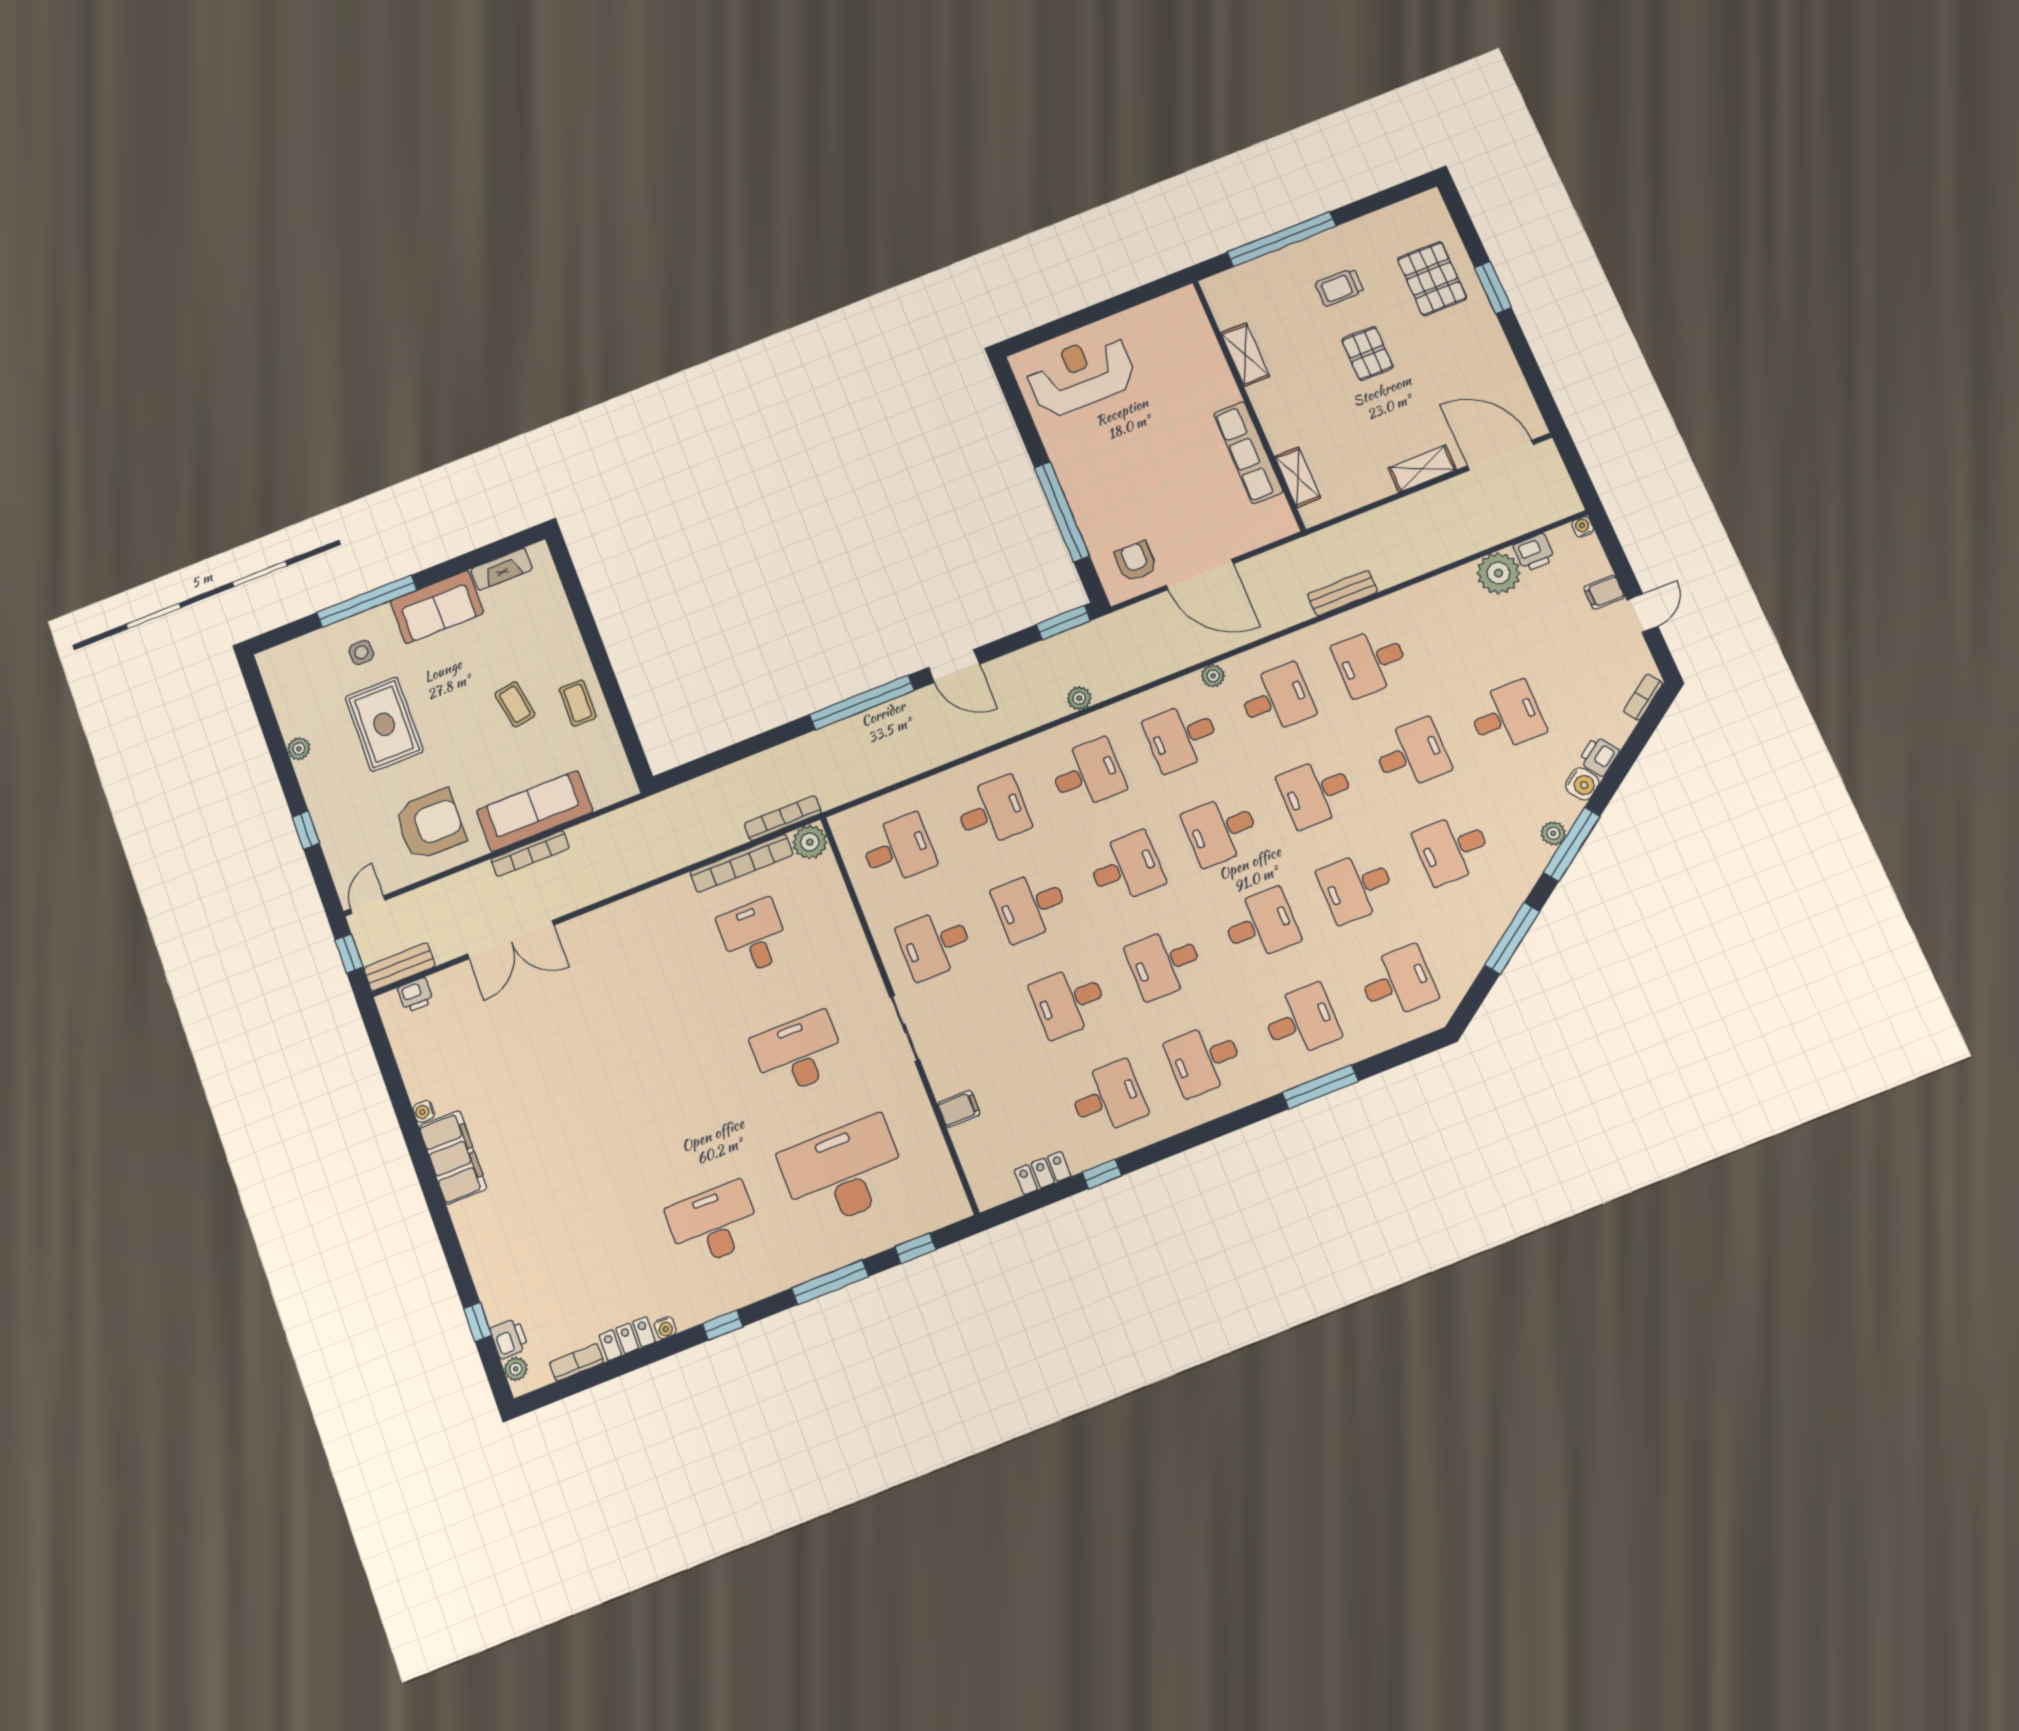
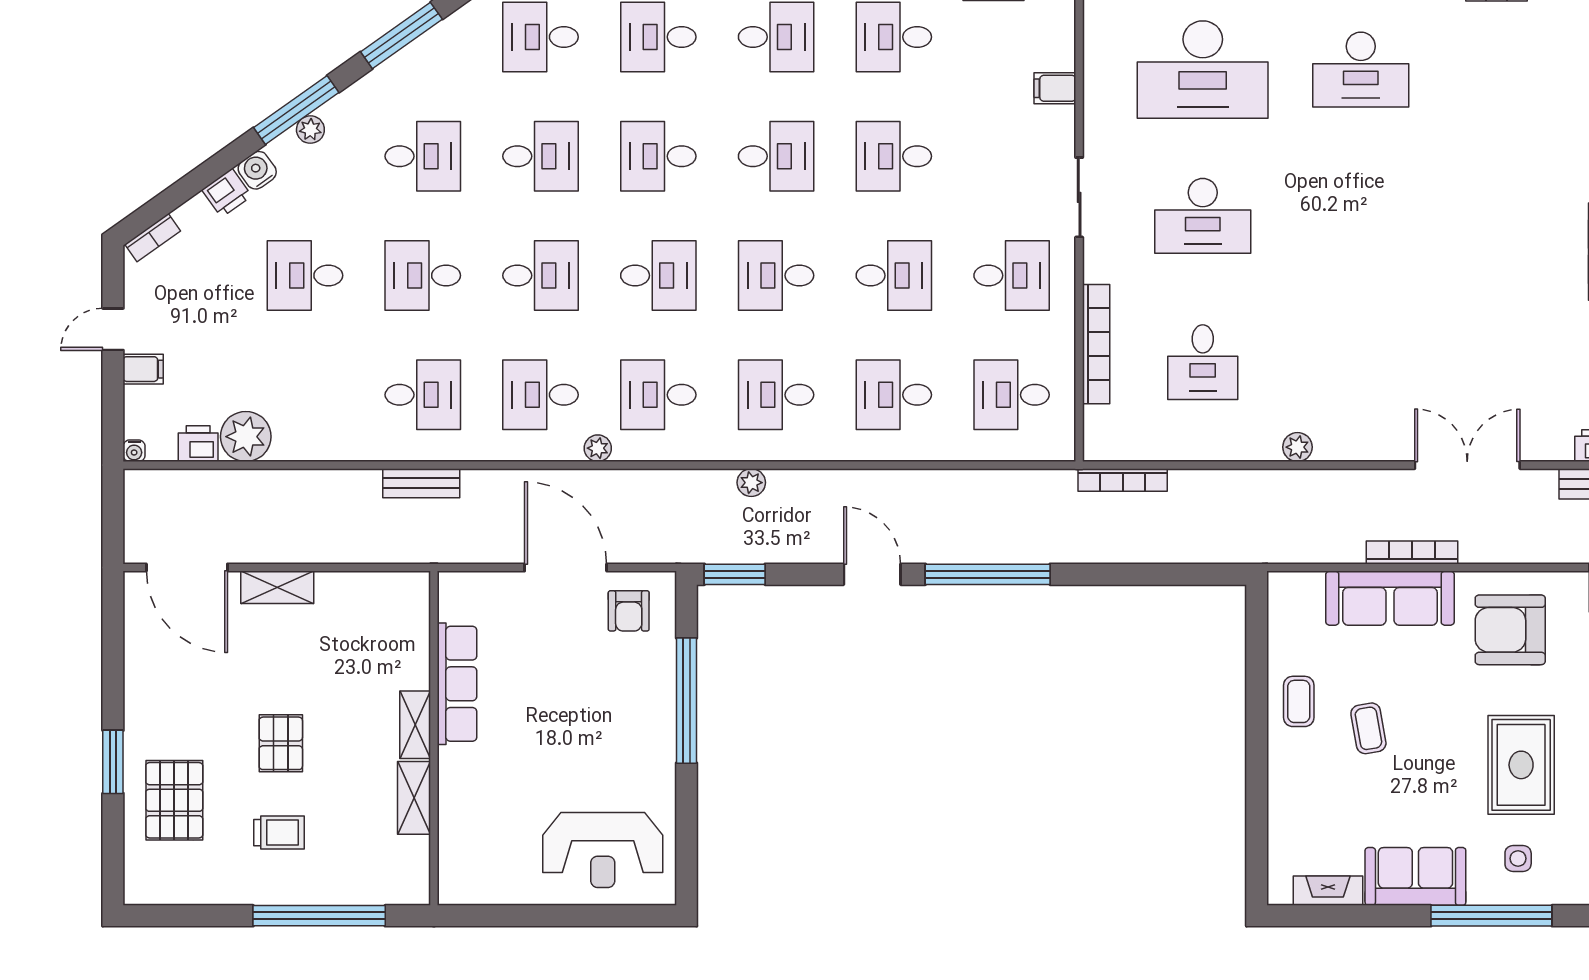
shelving: (1298, 477) -> (415, 725), moved
desk: (1182, 737) -> (658, 395), turned 180
plant: (810, 842) -> (1297, 447), moved, width x0.73, depth x0.73
bookcase: (741, 863) -> (1096, 344), moved, turned 90
desk: (1069, 1001) -> (894, 156), turned 180

